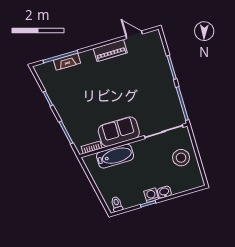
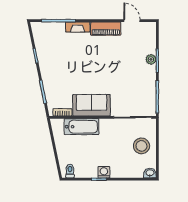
fireplace: (67, 62) -> (78, 27), moved
plant: (165, 68) -> (151, 59), added
washbasin: (164, 192) -> (150, 173), moved

